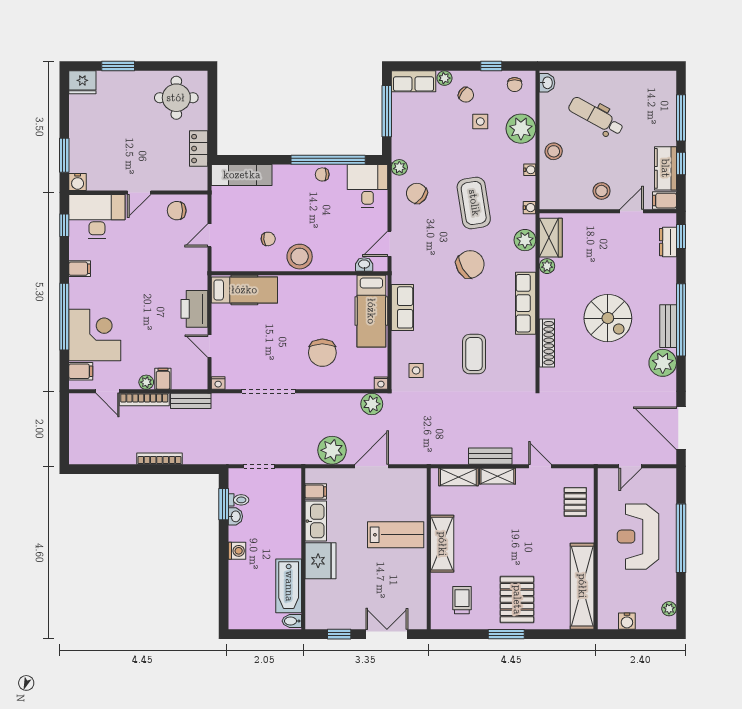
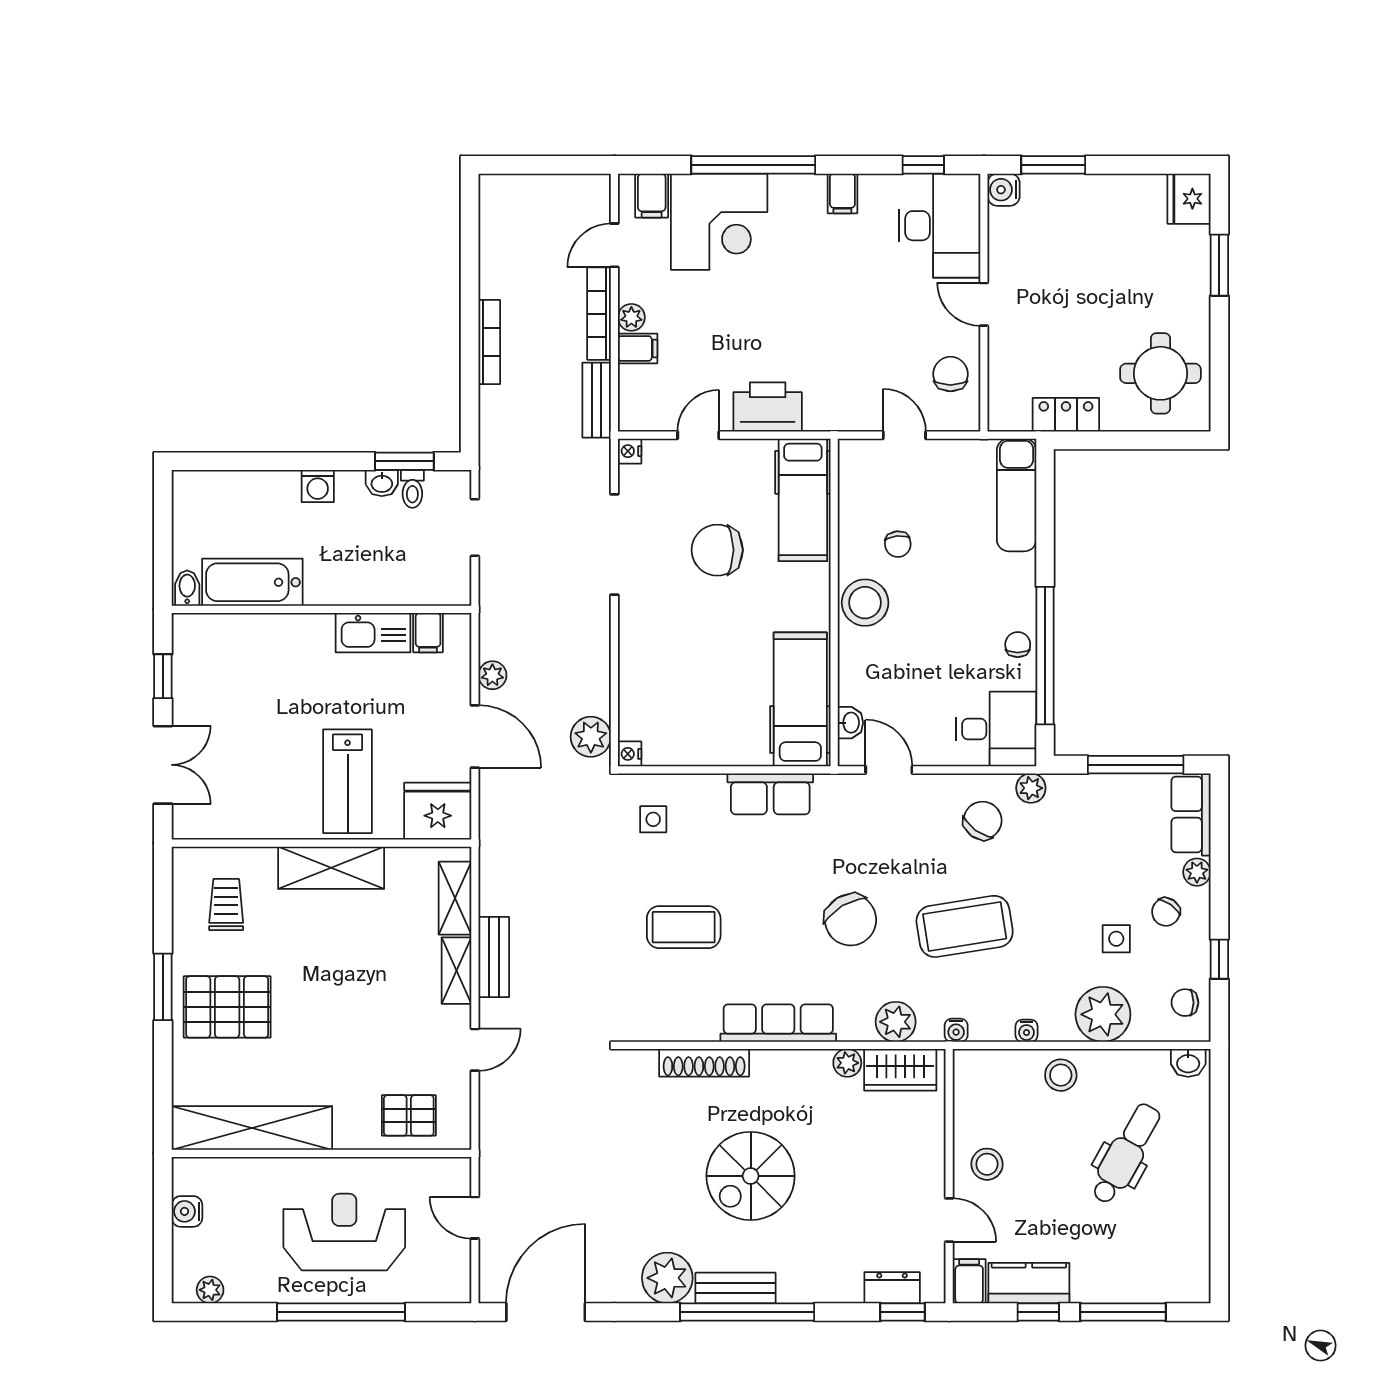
hospital bed: (371, 311) -> (800, 699), moved, turned 90
chair: (322, 353) -> (717, 550), moved
plant: (332, 450) -> (492, 675), width x0.53, depth x0.53
fridge: (320, 561) -> (438, 811), moved, turned 180
trolley: (462, 600) -> (226, 905), turned -90

